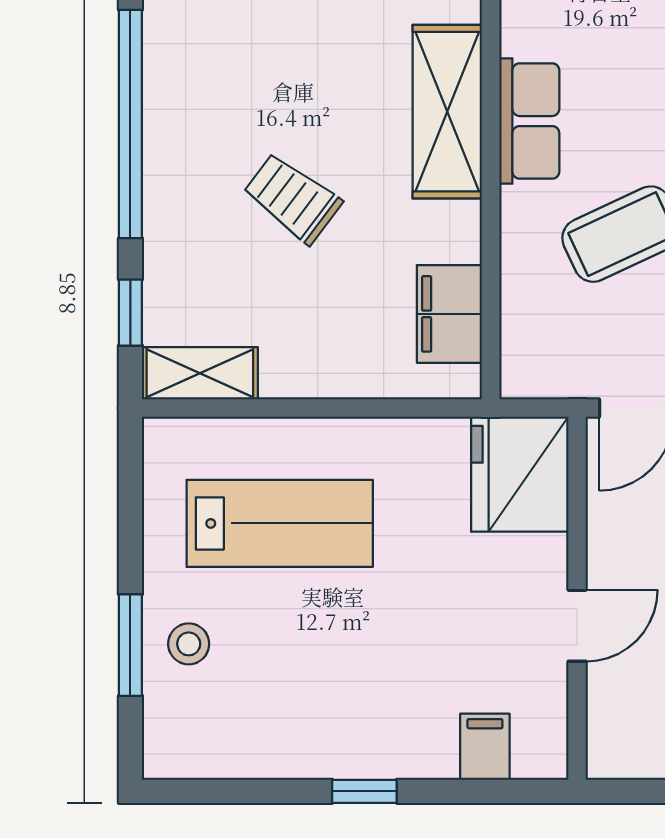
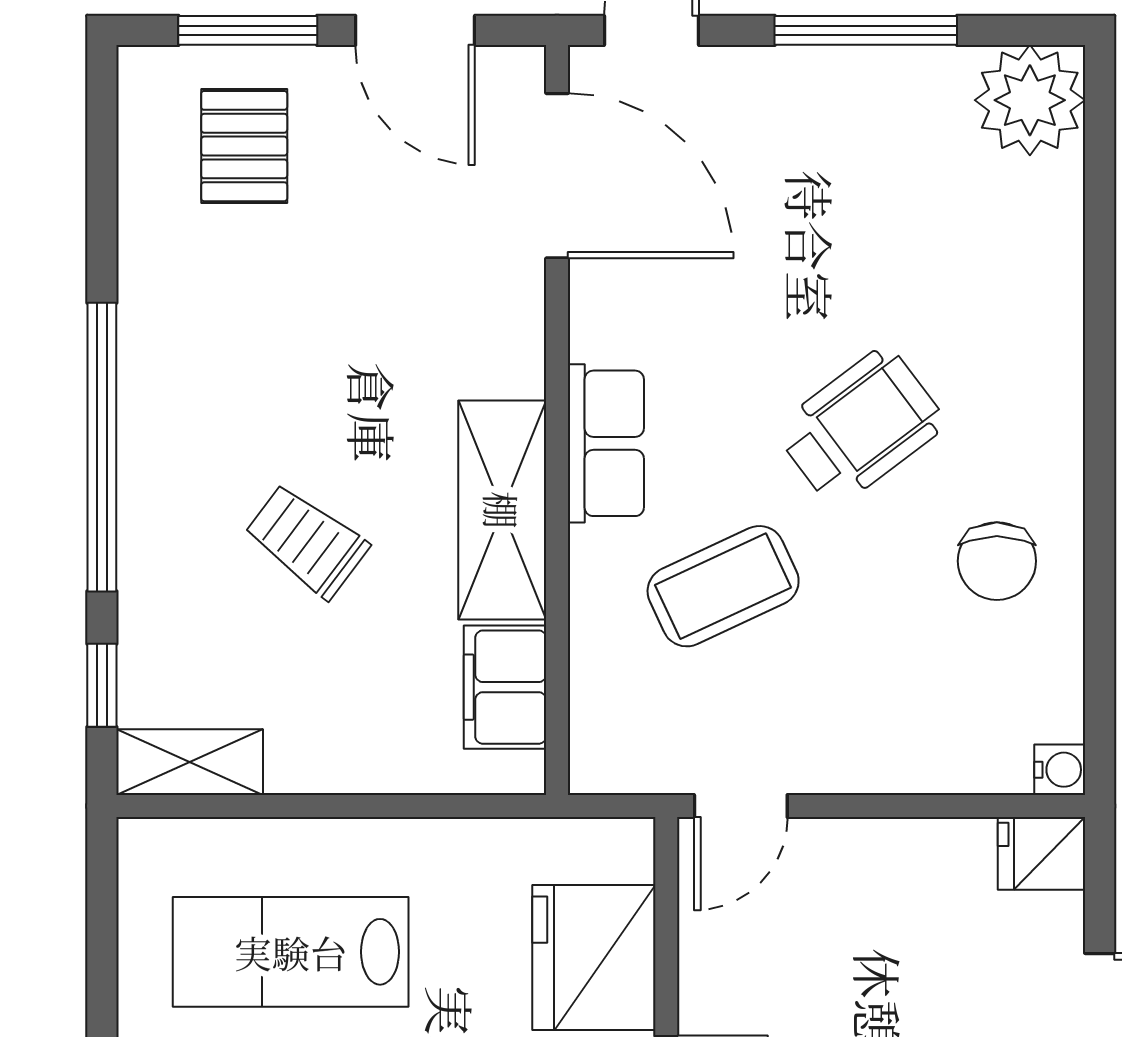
shelving: (447, 112) -> (502, 510), moved
fridge: (520, 474) -> (594, 957), moved
lab bench: (280, 523) -> (291, 952), turned 180

